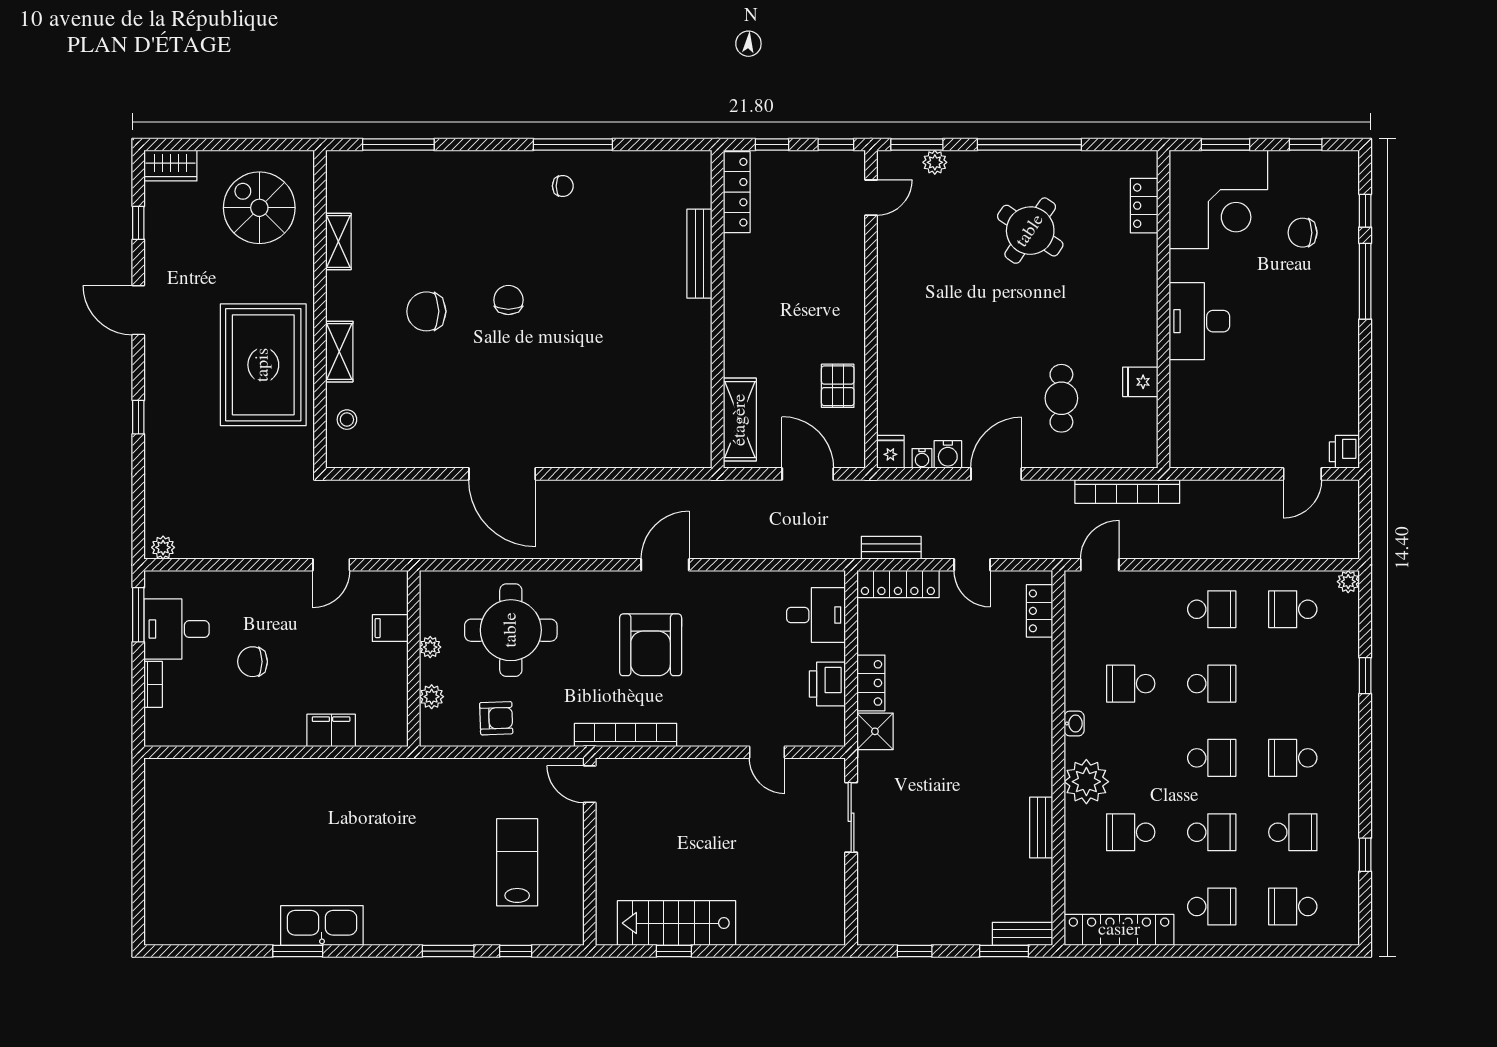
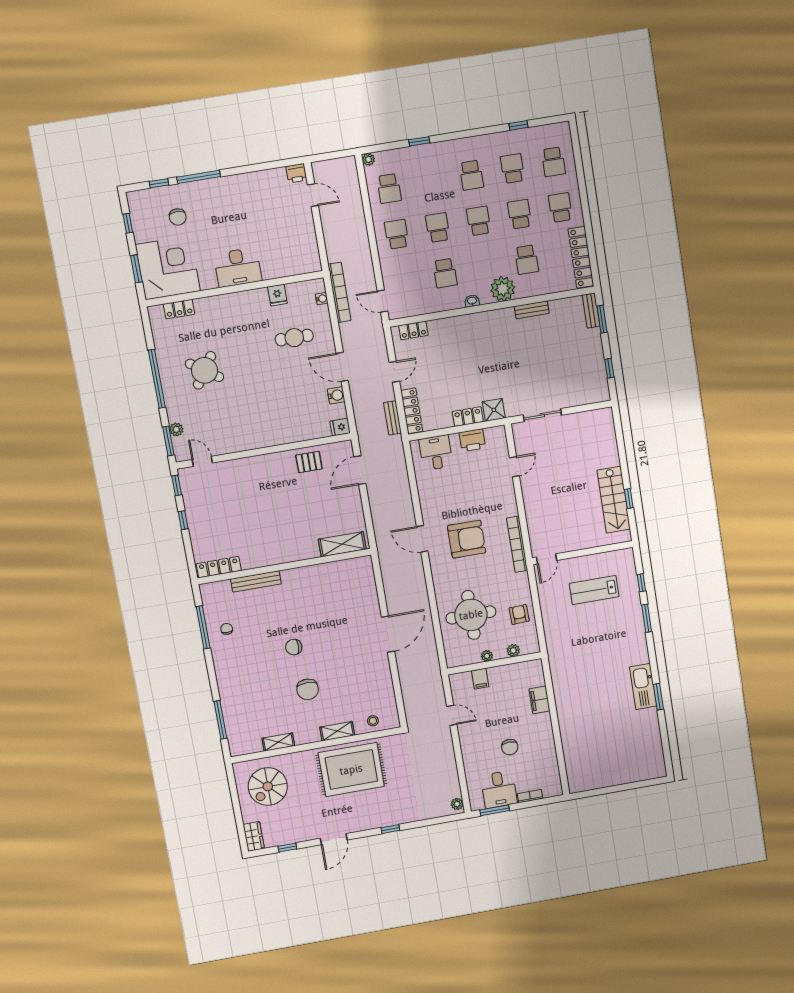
locker: (737, 192) -> (219, 567), moved
bench: (699, 254) -> (256, 581), moved
wall: (718, 309) -> (284, 566), moved
shelving: (740, 420) -> (342, 544), moved
water cooler: (922, 458) -> (322, 299), moved

